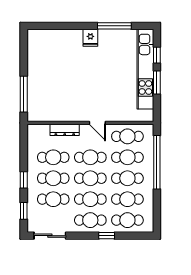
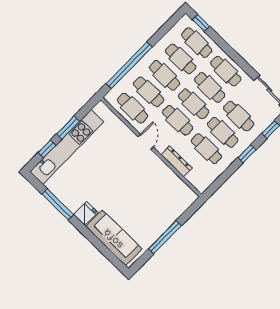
sofa: (57, 40) -> (114, 238), added
window: (24, 94) -> (165, 237), moved
window: (107, 236) -> (201, 23), moved

